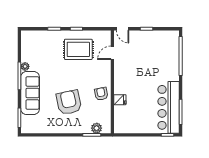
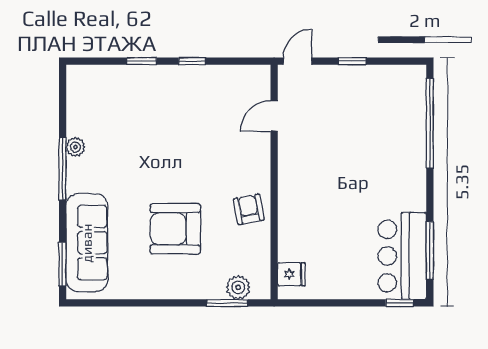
door: (123, 29) -> (297, 61), swing flipped
rug: (78, 49) -> (197, 108), removed
sofa: (30, 93) -> (87, 243), moved
fridge: (120, 100) -> (291, 274), moved
armchair: (69, 102) -> (175, 229), turned -78
bar counter: (169, 107) -> (402, 256), width x0.73

